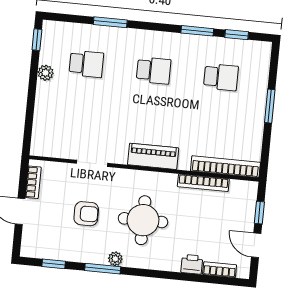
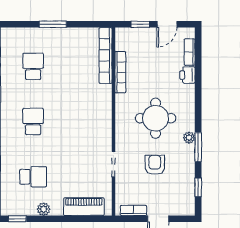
school desk: (86, 64) -> (33, 177), turned 90
piano: (153, 156) -> (84, 207), moved, turned 90

